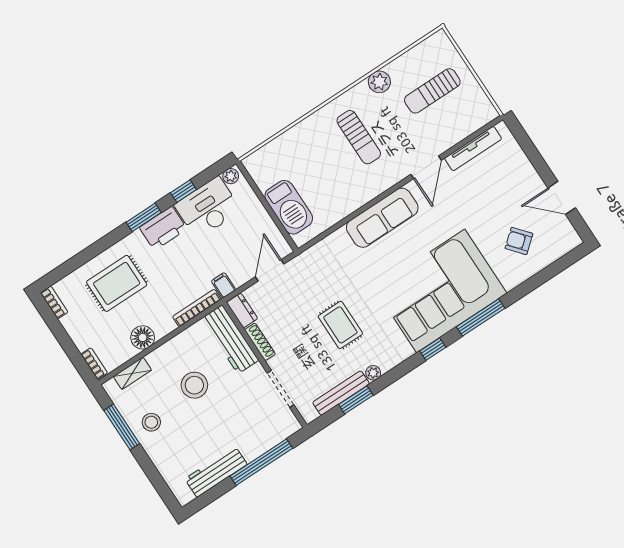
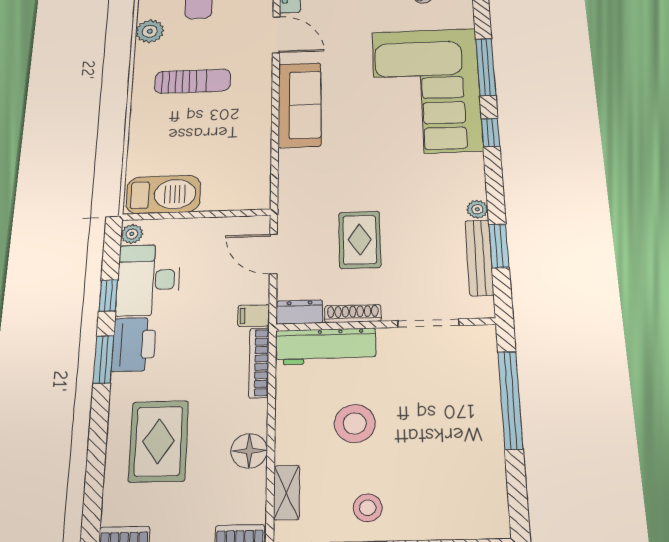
barbecue: (289, 207) -> (163, 194), moved
rug: (340, 325) -> (360, 240), moved, turned 90
workbench: (216, 472) -> (488, 464), removed

